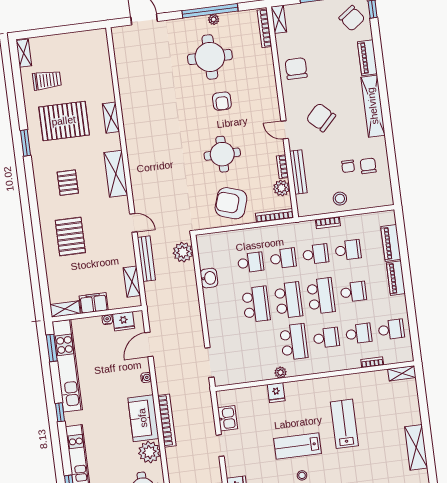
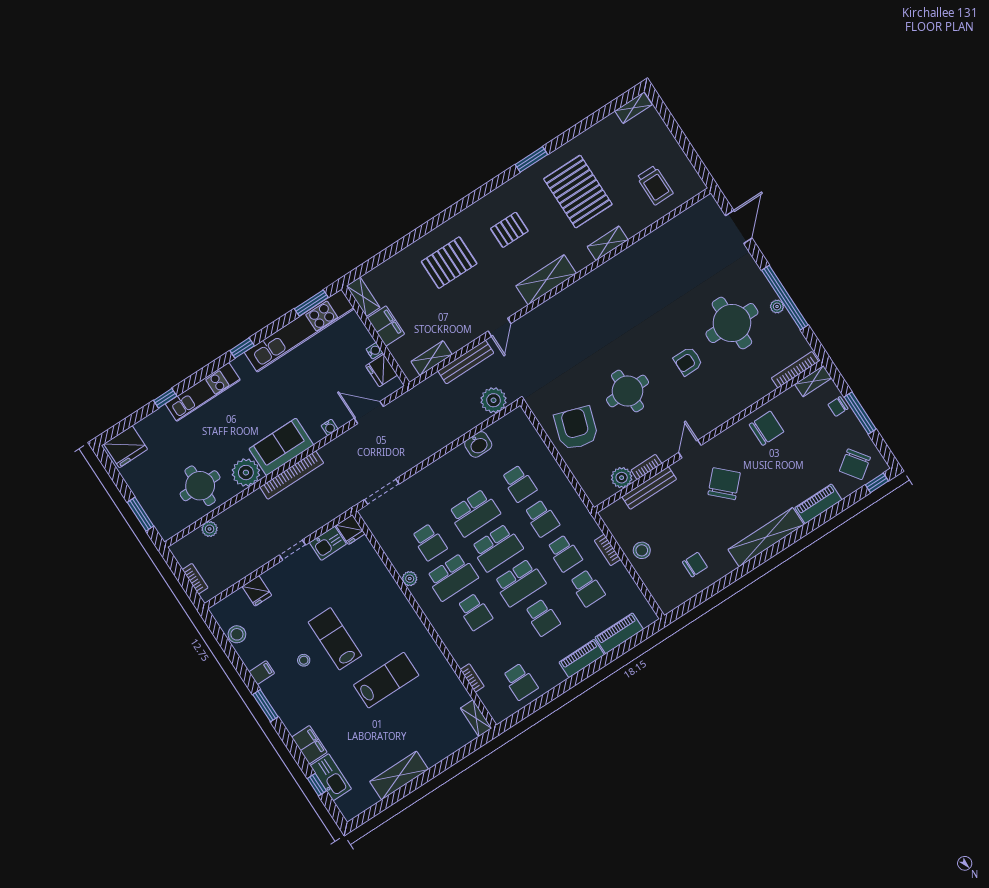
trolley: (47, 80) -> (655, 185), moved
chair: (348, 166) -> (838, 407), moved
bookcase: (274, 216) -> (586, 485), removed
school desk: (359, 334) -> (429, 542), moved
fridge: (276, 393) -> (350, 530), moved, turned -90

